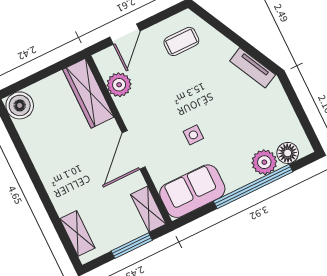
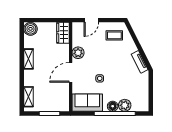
plant: (119, 85) -> (78, 53), moved
wardrobe: (88, 93) -> (63, 33), width x0.67
floor lamp: (288, 153) -> (113, 106), moved
shelving: (148, 209) -> (29, 59), moved

